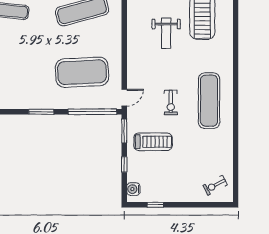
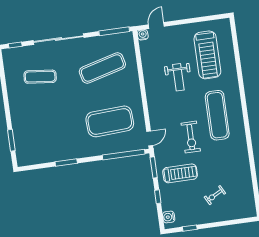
exercise mat: (209, 101) -> (217, 115), moved
exercise bike: (171, 103) -> (191, 137), width x1.38, depth x1.39
window: (41, 112) -> (66, 163), moved
exercise bike: (215, 185) -> (215, 195), moved

